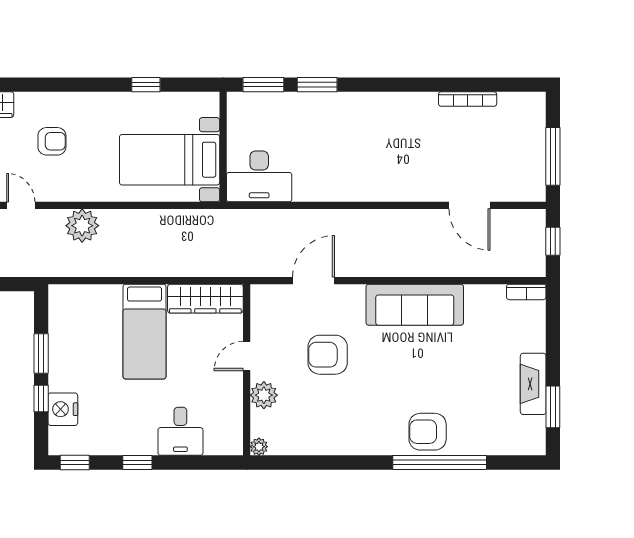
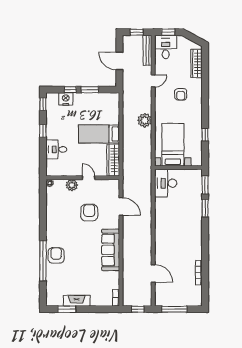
door: (470, 205) -> (153, 273), swing flipped
plant: (82, 226) -> (145, 120), moved

